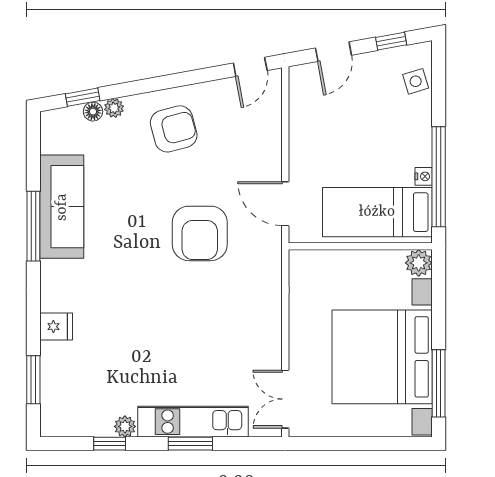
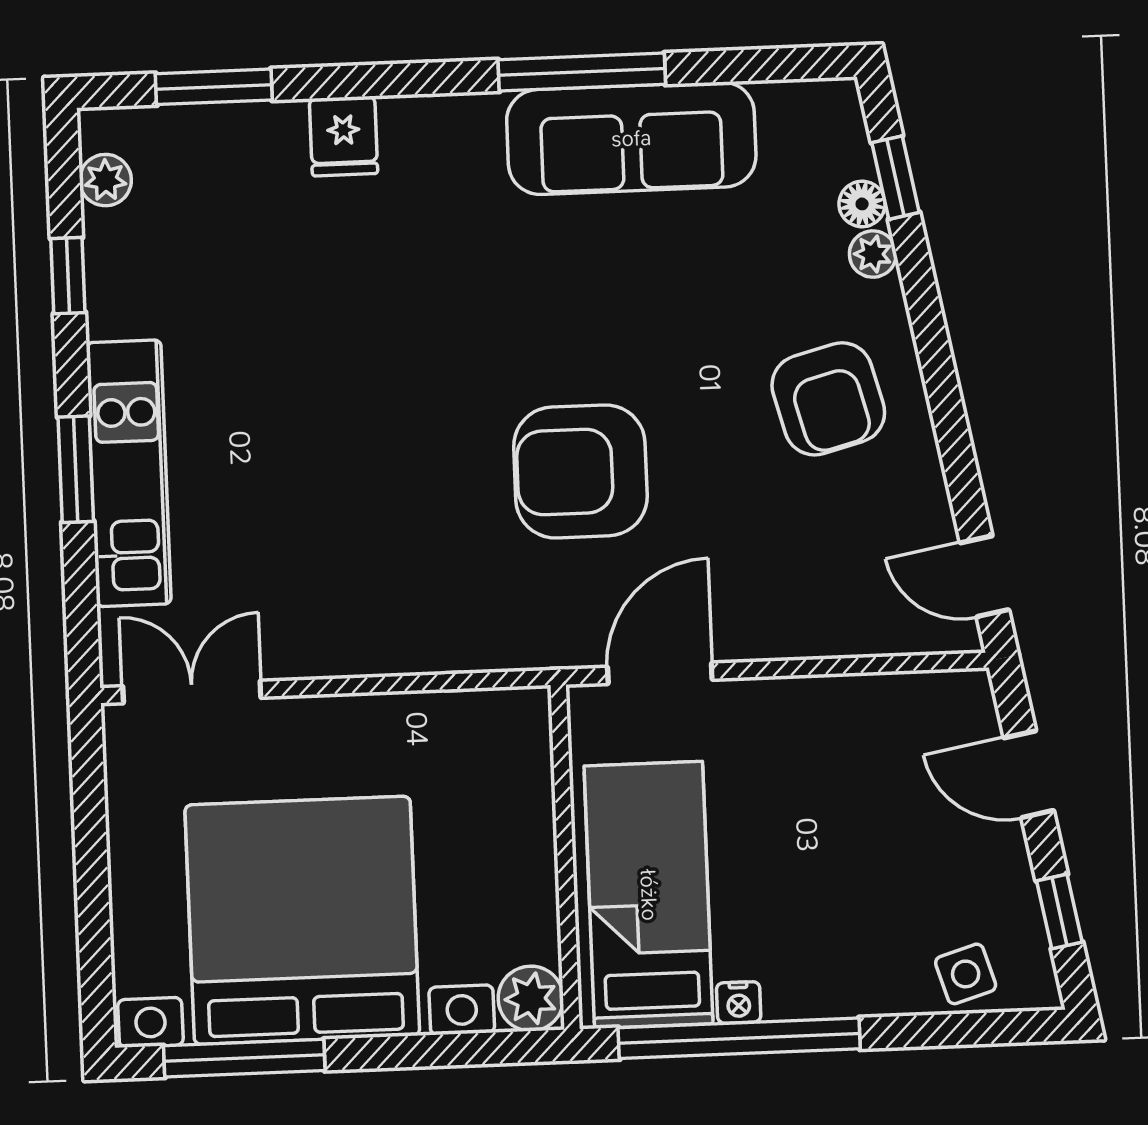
plant: (125, 426) -> (105, 180), moved

